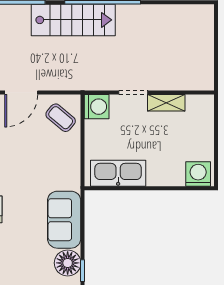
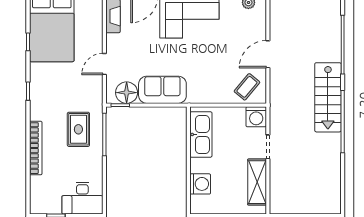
door: (21, 92) -> (268, 54), hinge flipped
shelving: (166, 103) -> (257, 182), width x1.50, depth x1.33
washing machine: (198, 174) -> (200, 184), moved

